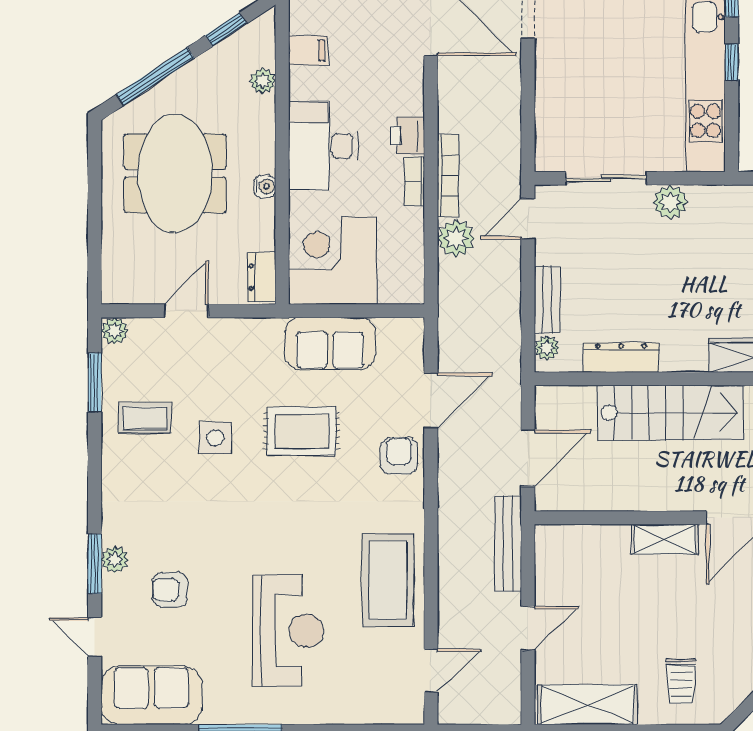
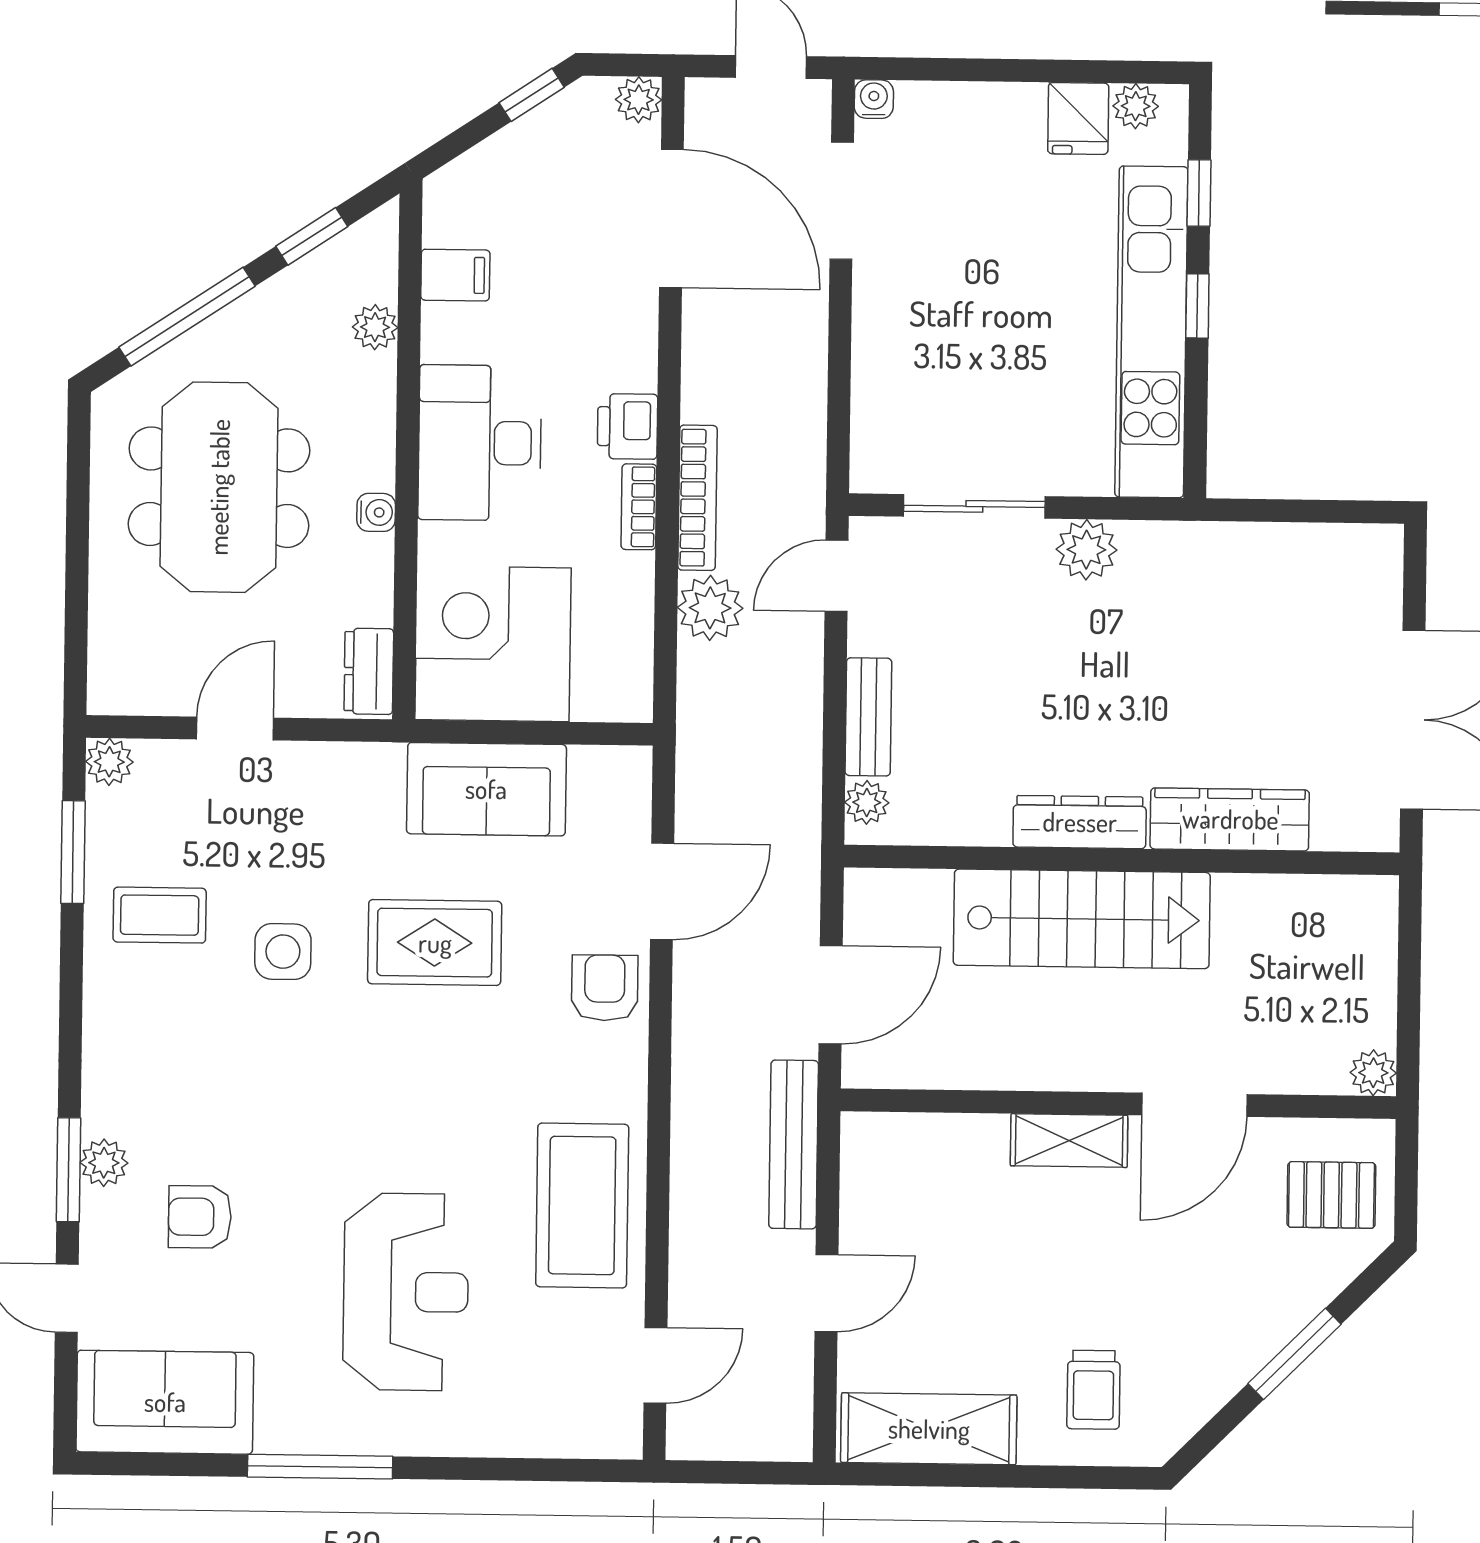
dresser: (621, 357) -> (1080, 822), moved

